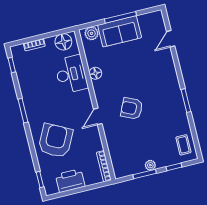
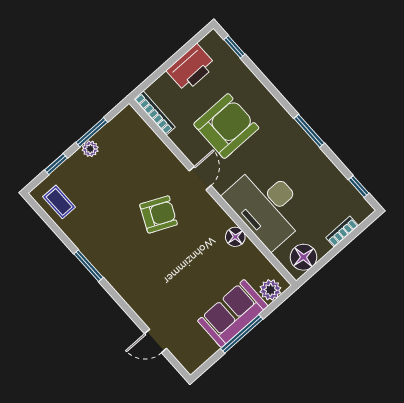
door: (171, 39) -> (156, 341), swing flipped
desk: (71, 74) -> (267, 206), width x1.36, depth x1.30
armchair: (55, 141) -> (226, 126), moved, turned -117

